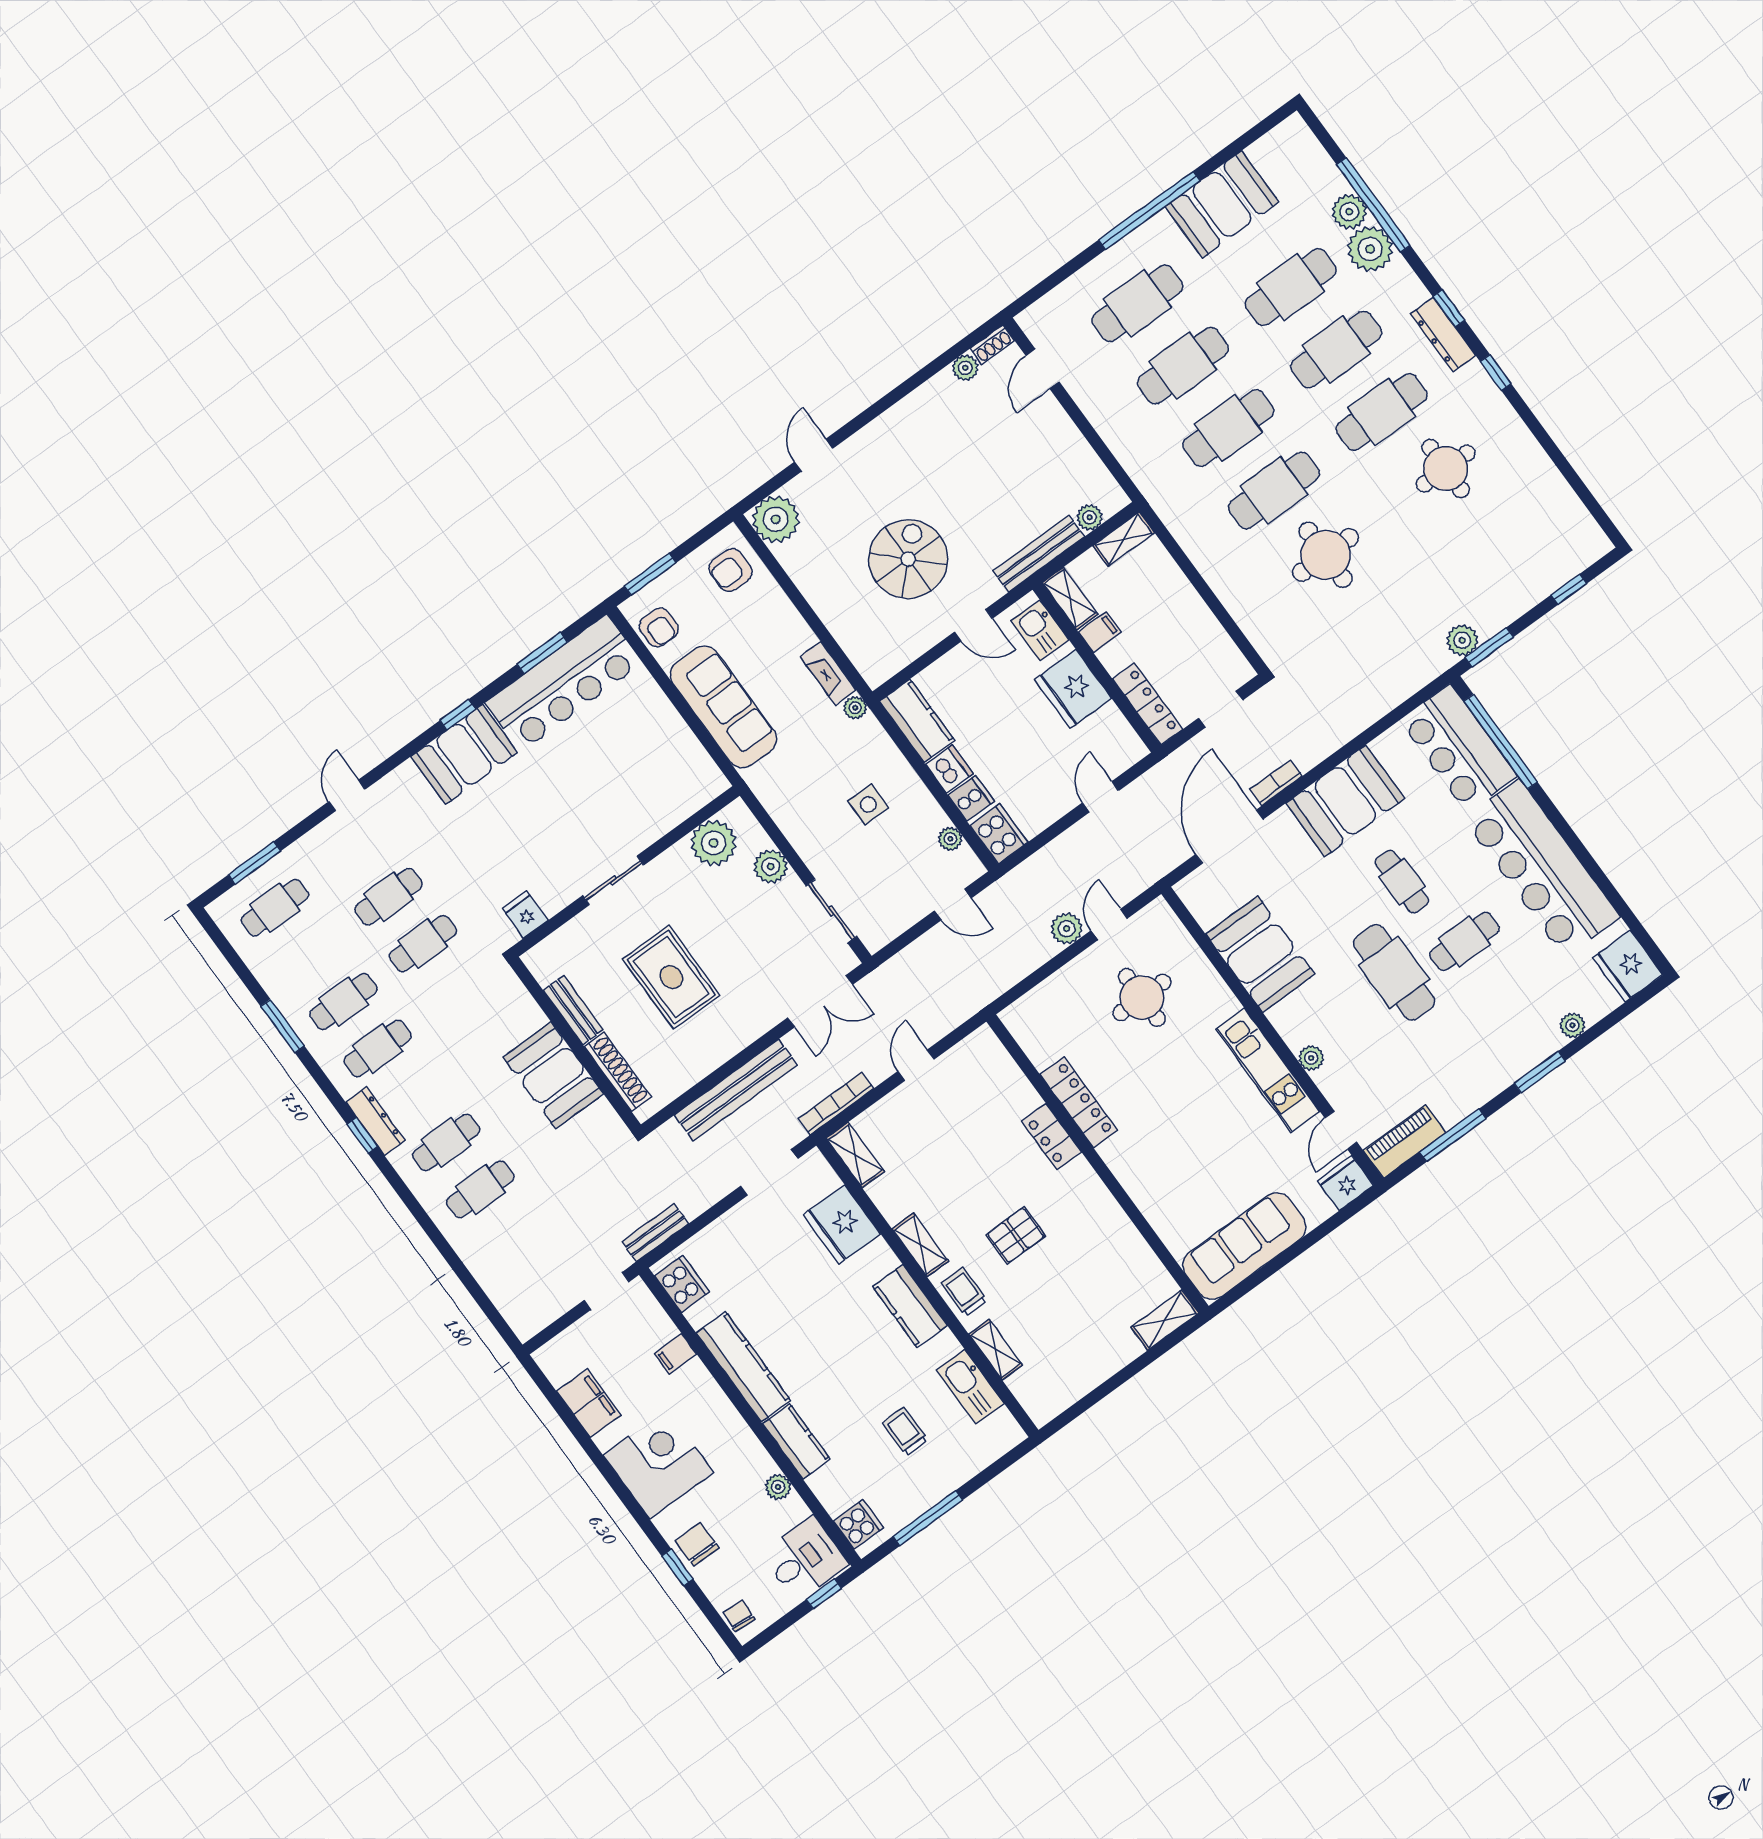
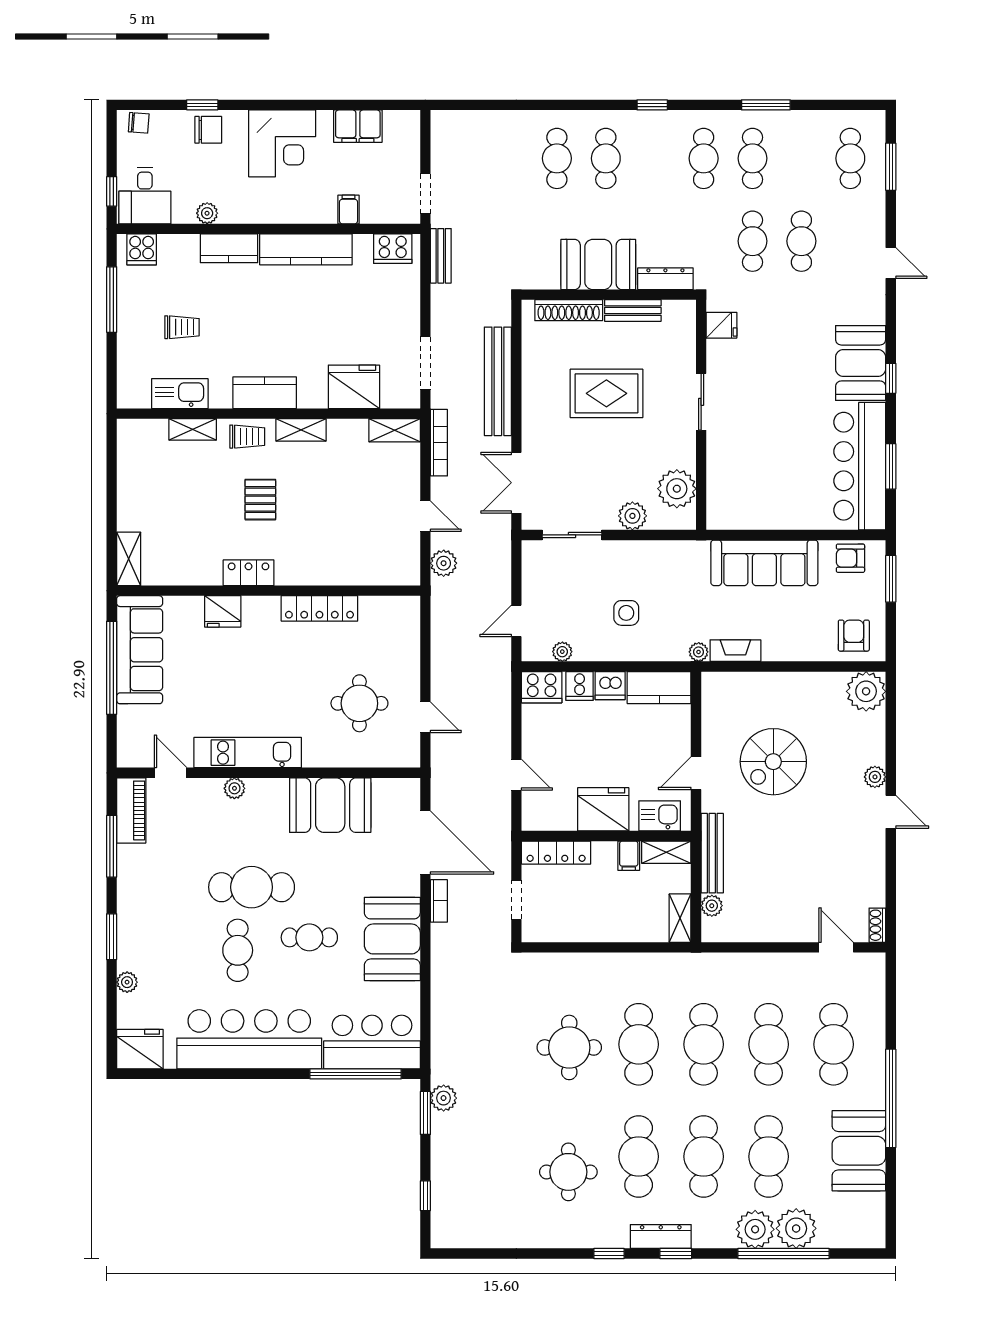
plant: (1349, 212) -> (796, 1228), width x1.36, depth x1.36
plant: (965, 368) -> (875, 777), moved
door: (814, 455) -> (891, 812), moved
spiral stairs: (908, 559) -> (773, 762), turned 90
plant: (1067, 929) -> (444, 563), moved
dresser: (375, 1121) -> (665, 279), moved, turned 180
locker: (1051, 1137) -> (249, 573), moved
fridge: (1345, 1183) -> (223, 611), moved, turned 90
window: (1281, 1260) -> (112, 668), added

